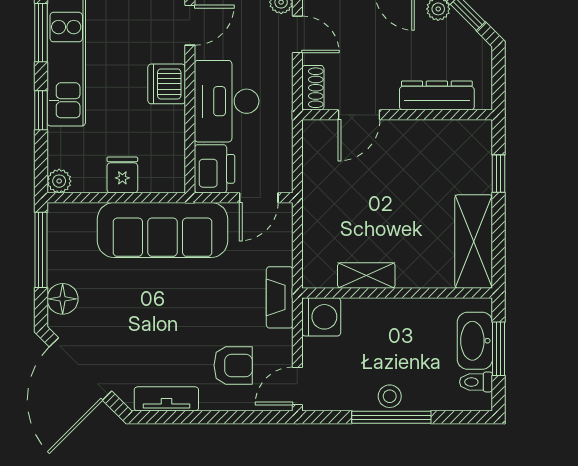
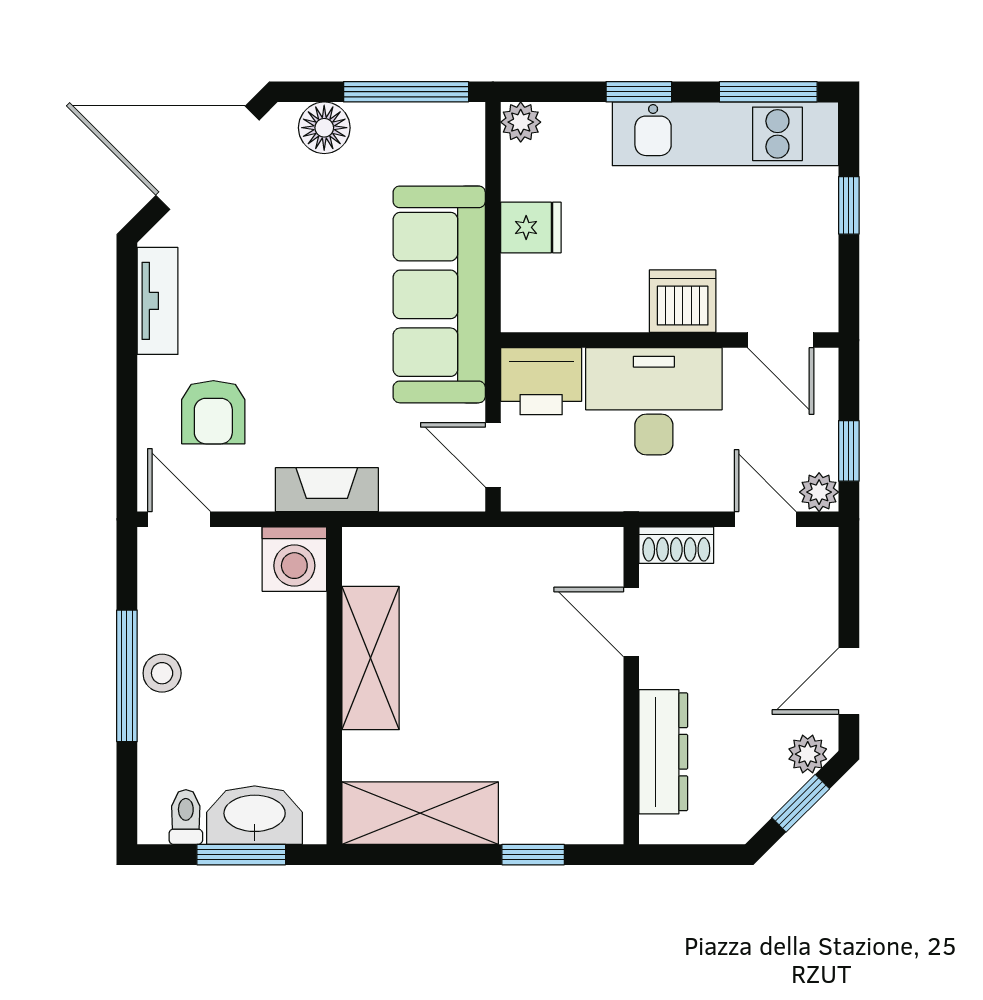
door: (297, 34) -> (765, 519), swing flipped
shelving: (366, 275) -> (371, 658), width x1.50, depth x1.33

